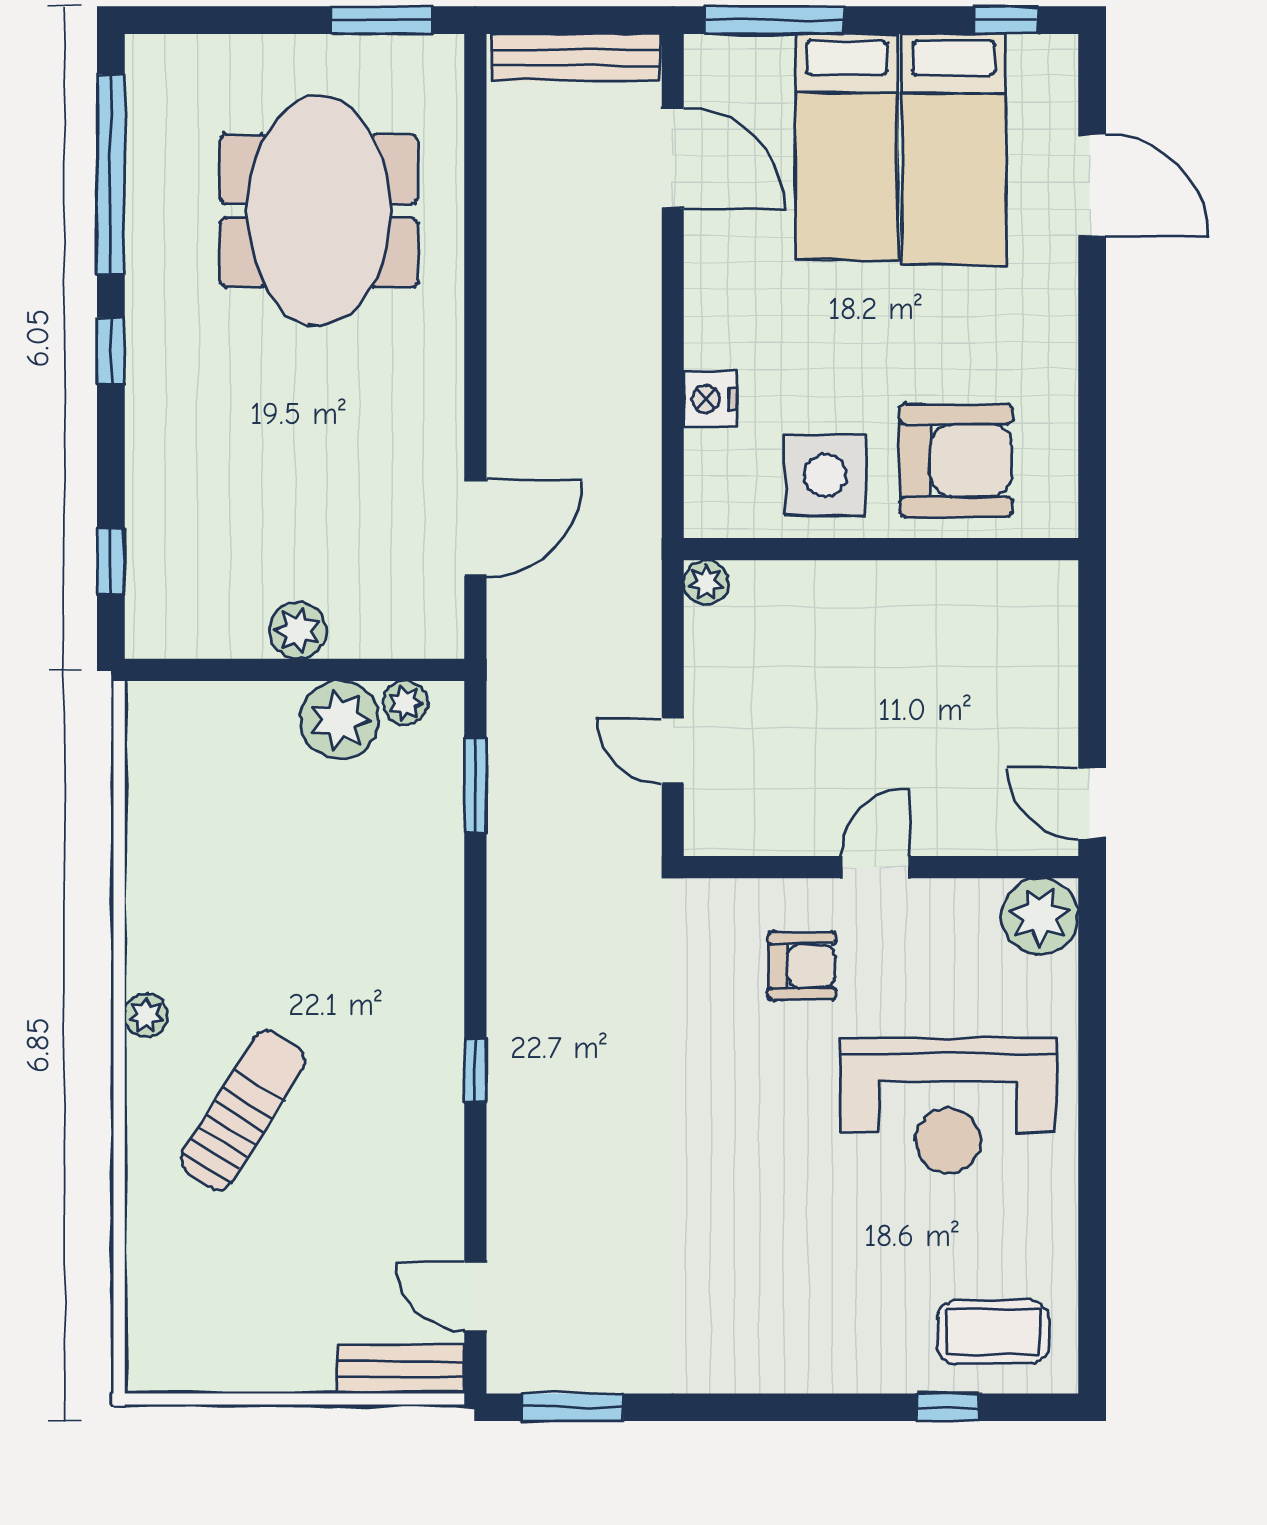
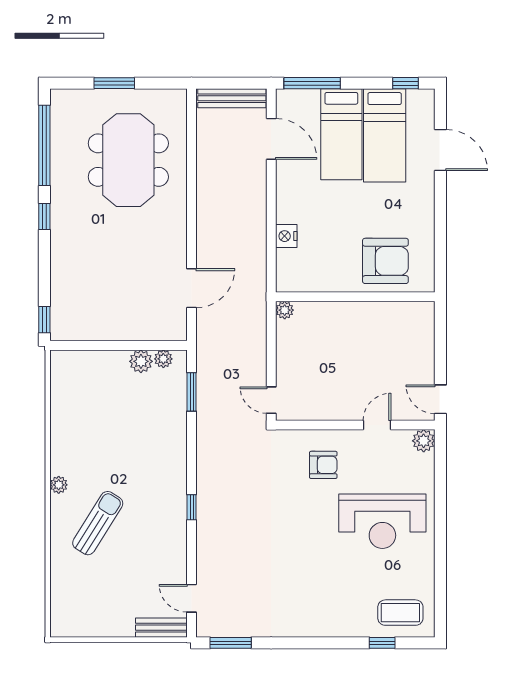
window: (382, 20) -> (114, 83), moved
side table: (826, 475) -> (333, 267), removed
window: (111, 561) -> (44, 320), moved
plant: (298, 630) -> (120, 329), removed
plant: (340, 720) -> (141, 361), width x0.73, depth x0.73
door: (673, 751) -> (271, 400), moved
door: (875, 867) -> (377, 425), moved
plant: (1040, 916) -> (424, 441), width x0.73, depth x0.73

